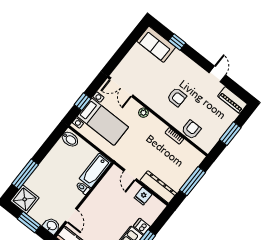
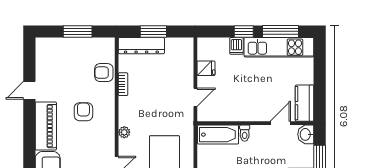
window: (177, 42) -> (29, 154), removed
piano: (233, 100) -> (46, 126), moved, width x1.37, depth x1.33
window: (192, 181) -> (153, 31), width x0.69
dresser: (158, 187) -> (141, 46), moved, turned -90

